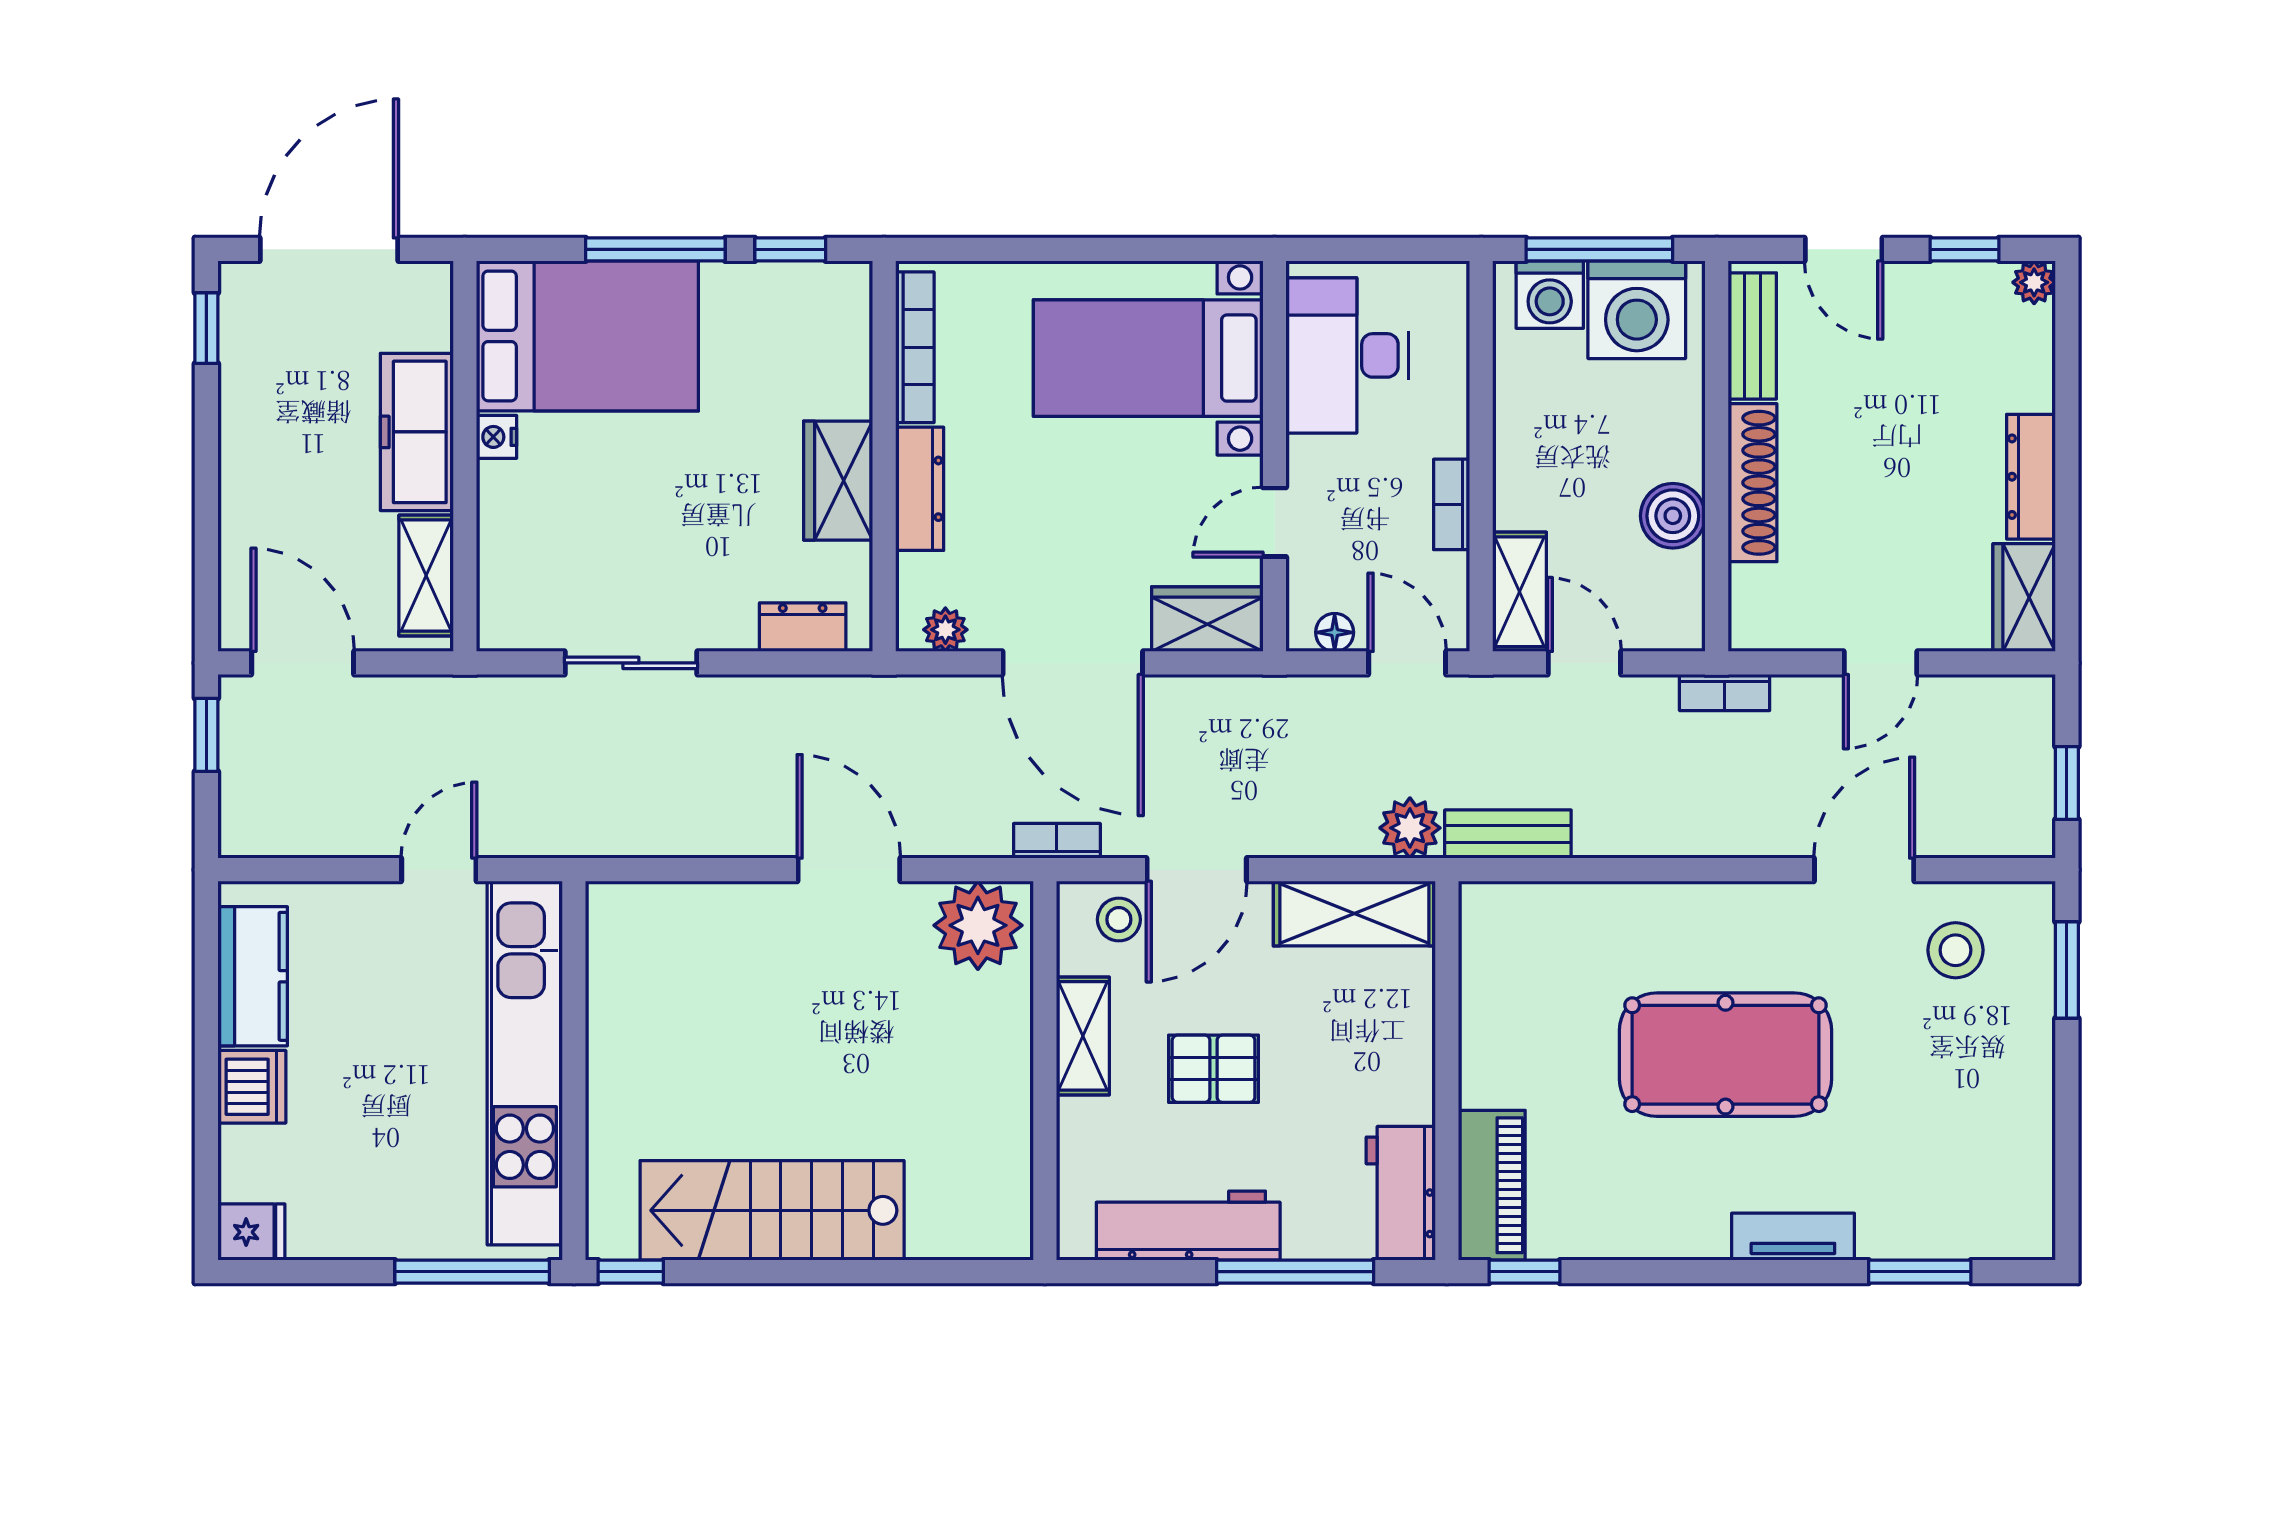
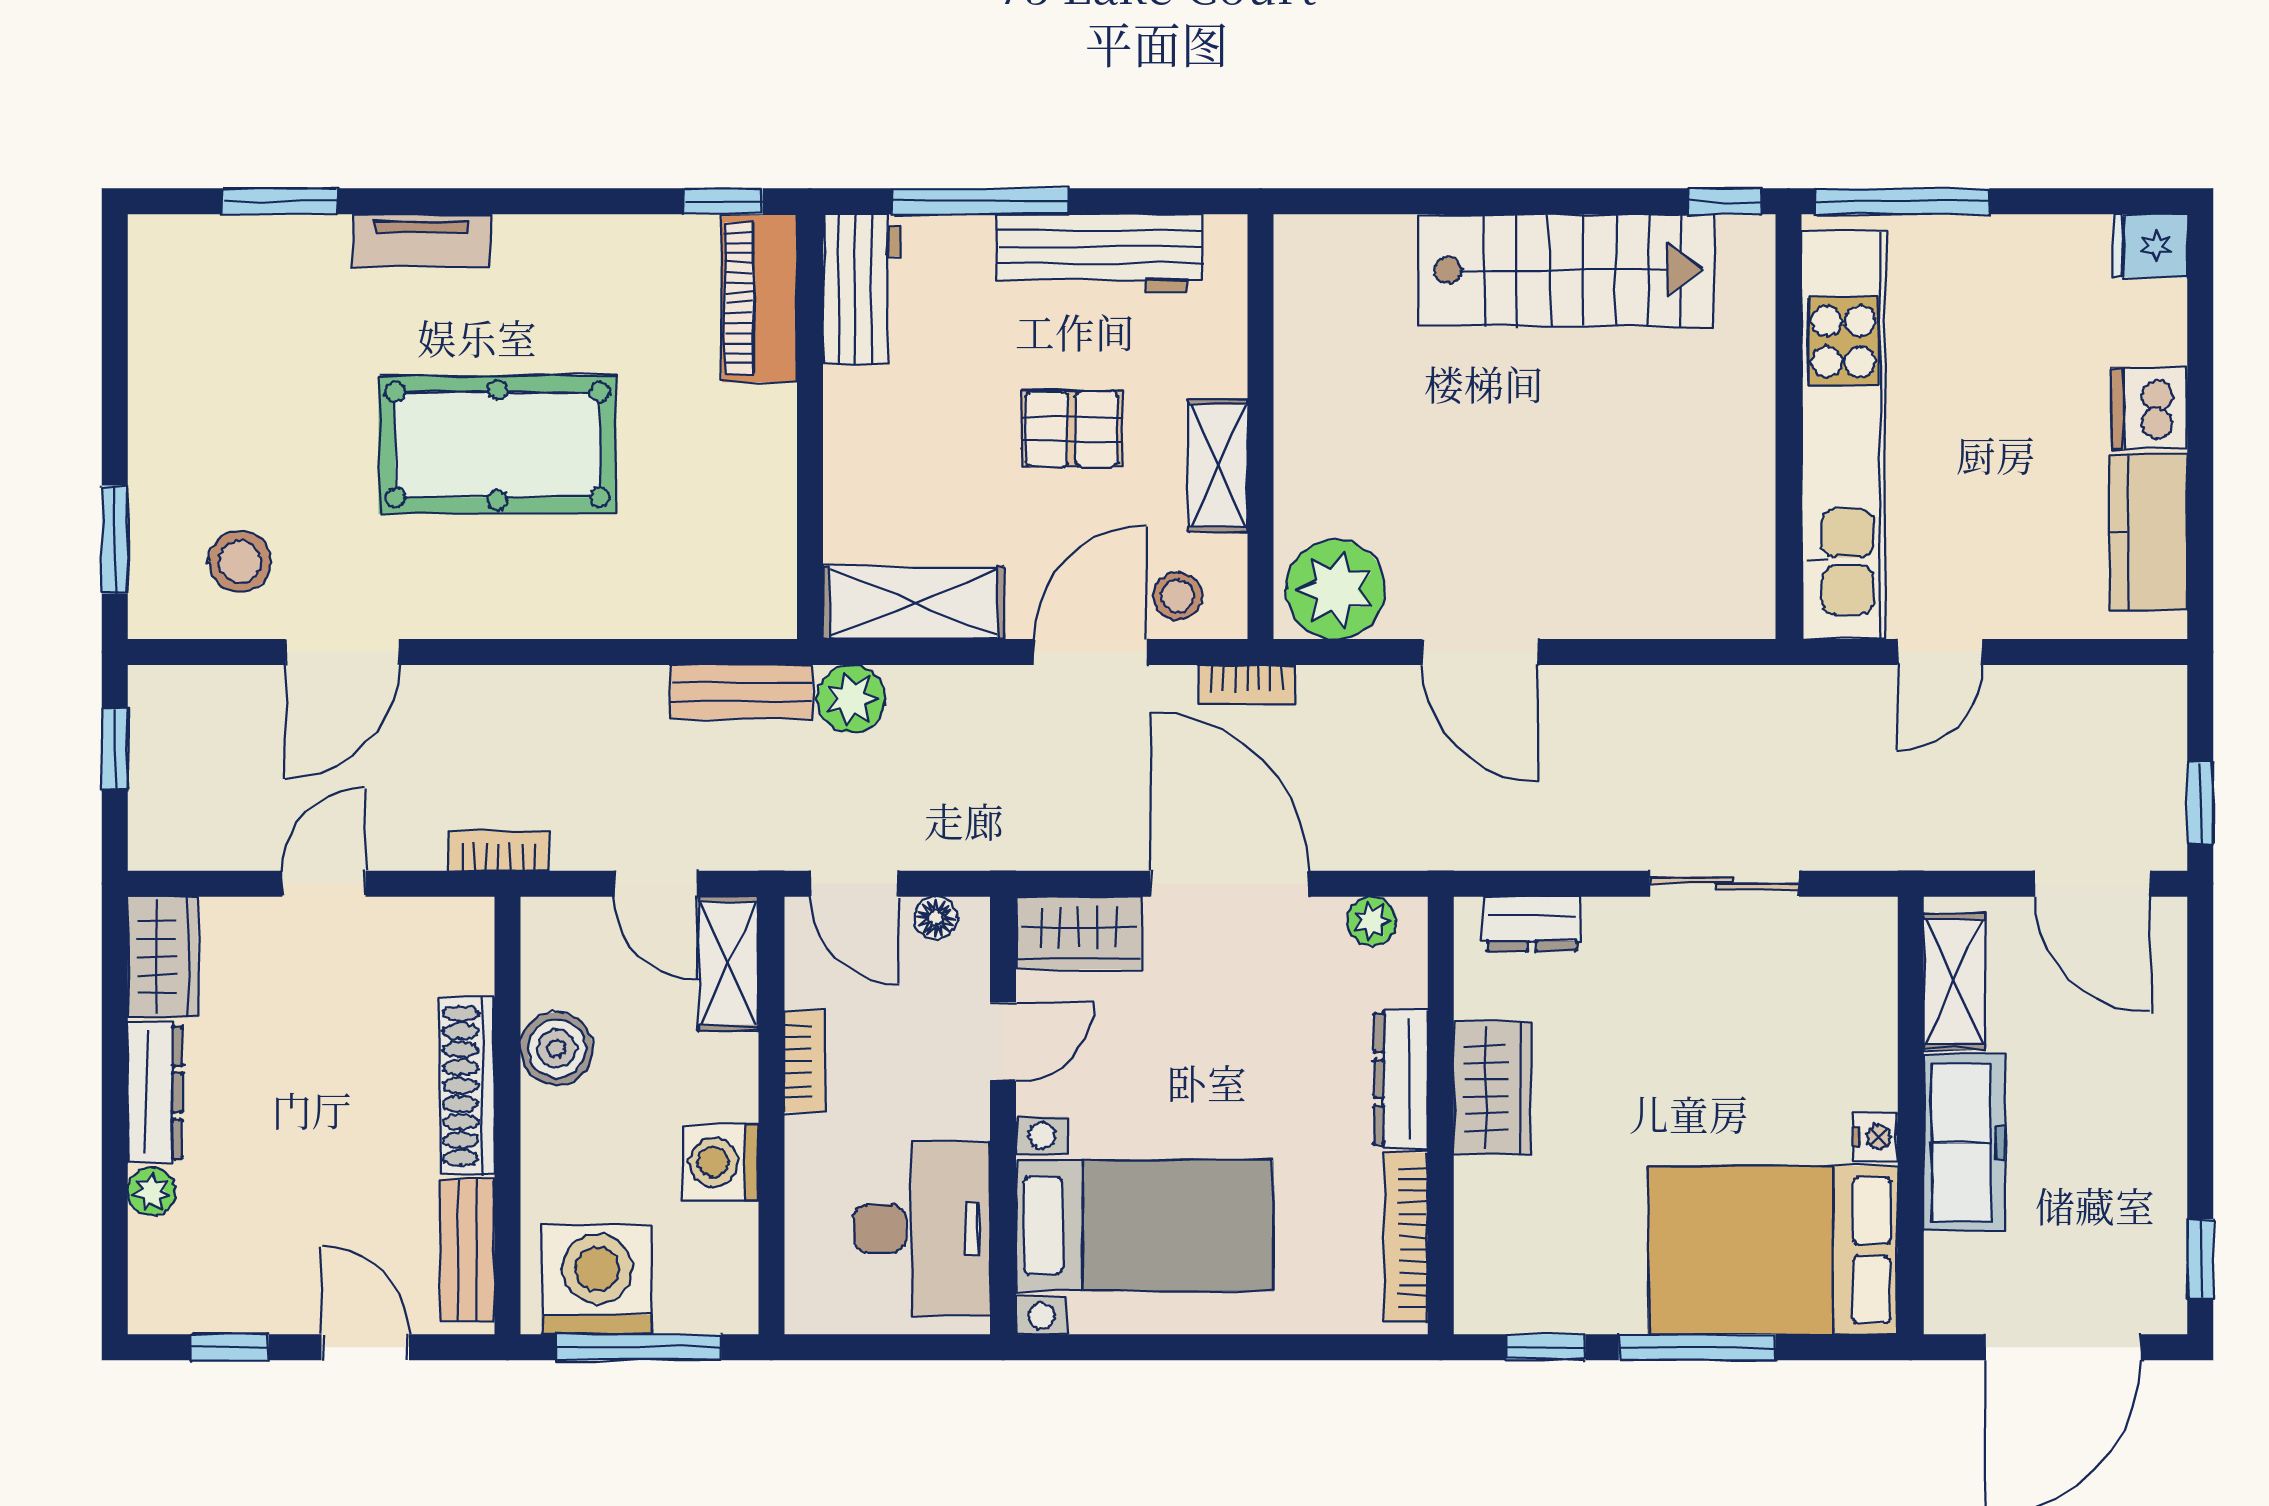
plant: (2034, 282) -> (152, 1192), moved
washing machine: (1550, 295) -> (721, 1162), moved, turned -90

